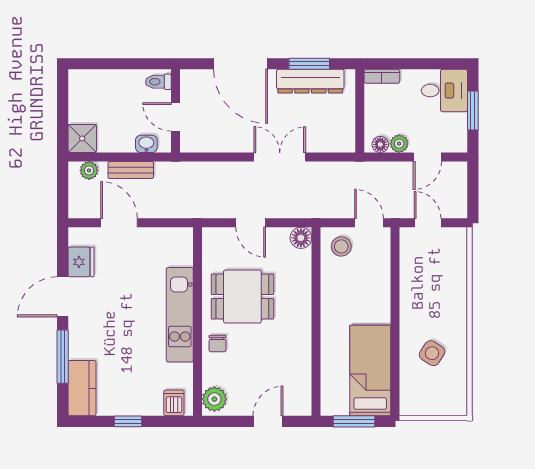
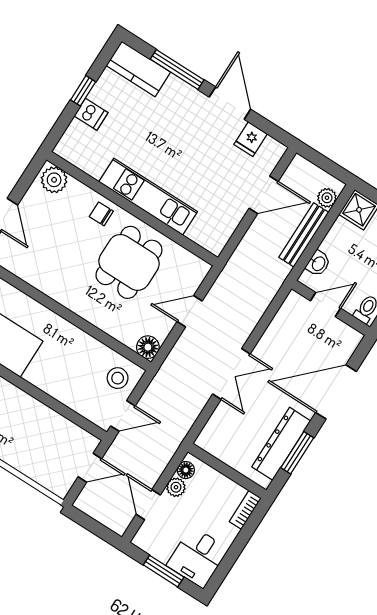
bench: (131, 170) -> (304, 235), width x1.36
fridge: (81, 262) -> (251, 139), width x0.72
dishwasher: (174, 403) -> (91, 114), moved

